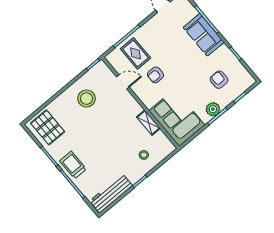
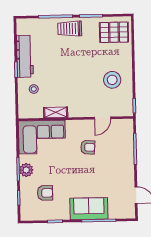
rug: (136, 53) -> (117, 145), removed
armchair: (156, 75) -> (88, 147), turned 94
trolley: (73, 165) -> (70, 29), turned 180
workbench: (111, 193) -> (25, 56), moved

